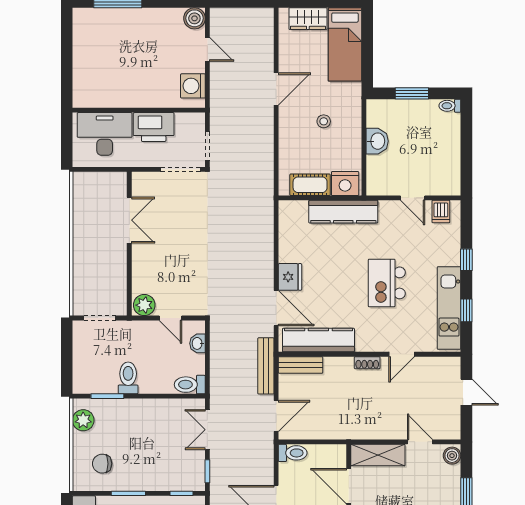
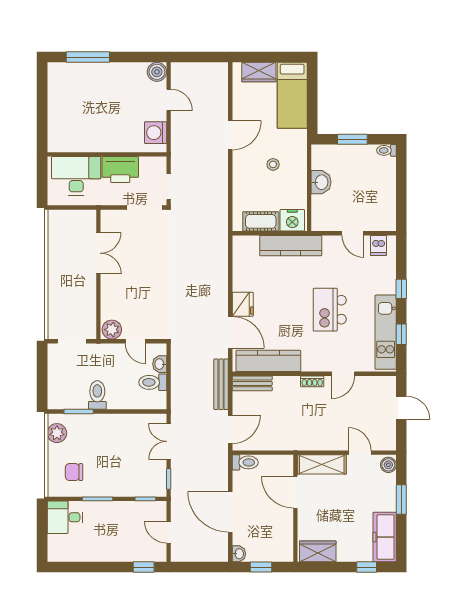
toilet: (190, 385) -> (153, 382), moved

